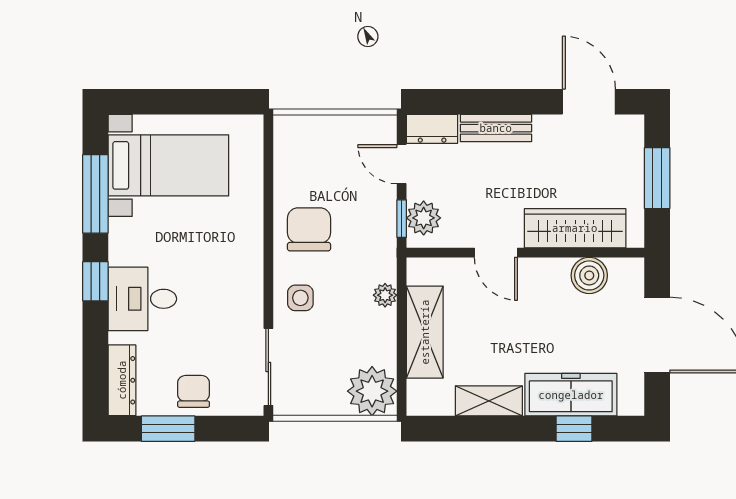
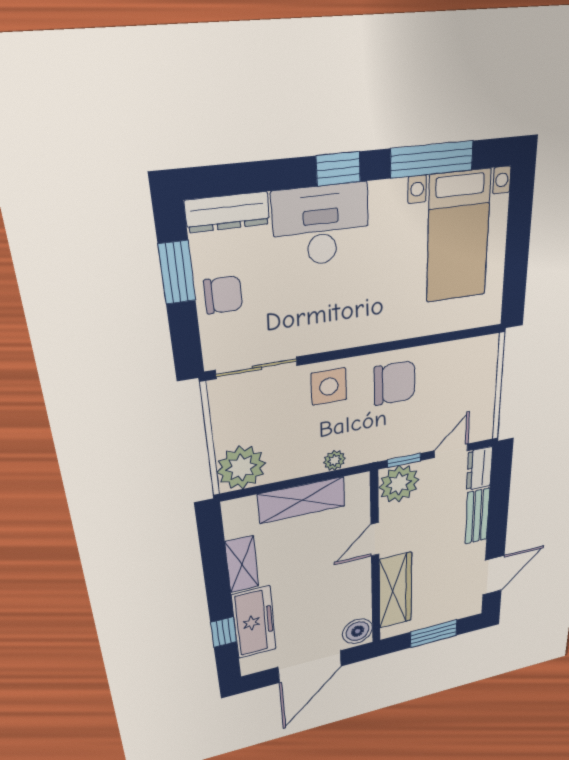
plant: (424, 218) -> (399, 484), width x1.36, depth x1.36
boiler: (589, 275) -> (358, 631), moved
side table: (300, 298) -> (329, 386), width x1.37, depth x1.37
desk: (142, 299) -> (321, 225), width x1.37

